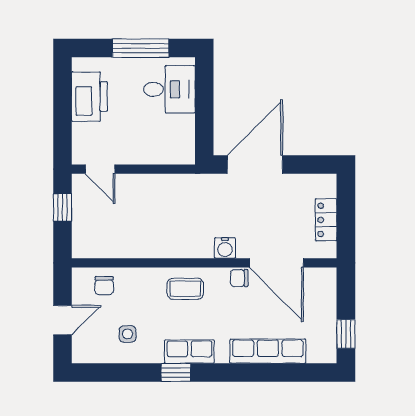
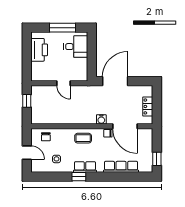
door: (100, 169) -> (63, 83), moved
door: (63, 320) -> (27, 153), hinge flipped

